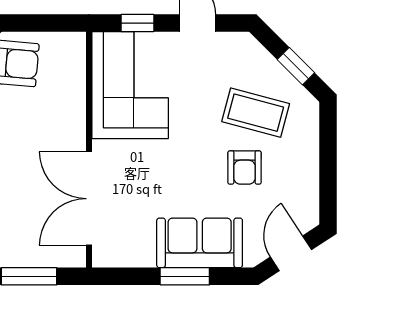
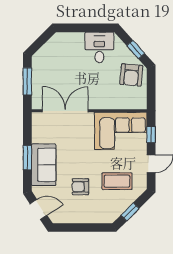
coffee table: (256, 113) -> (117, 181), moved, turned 75

